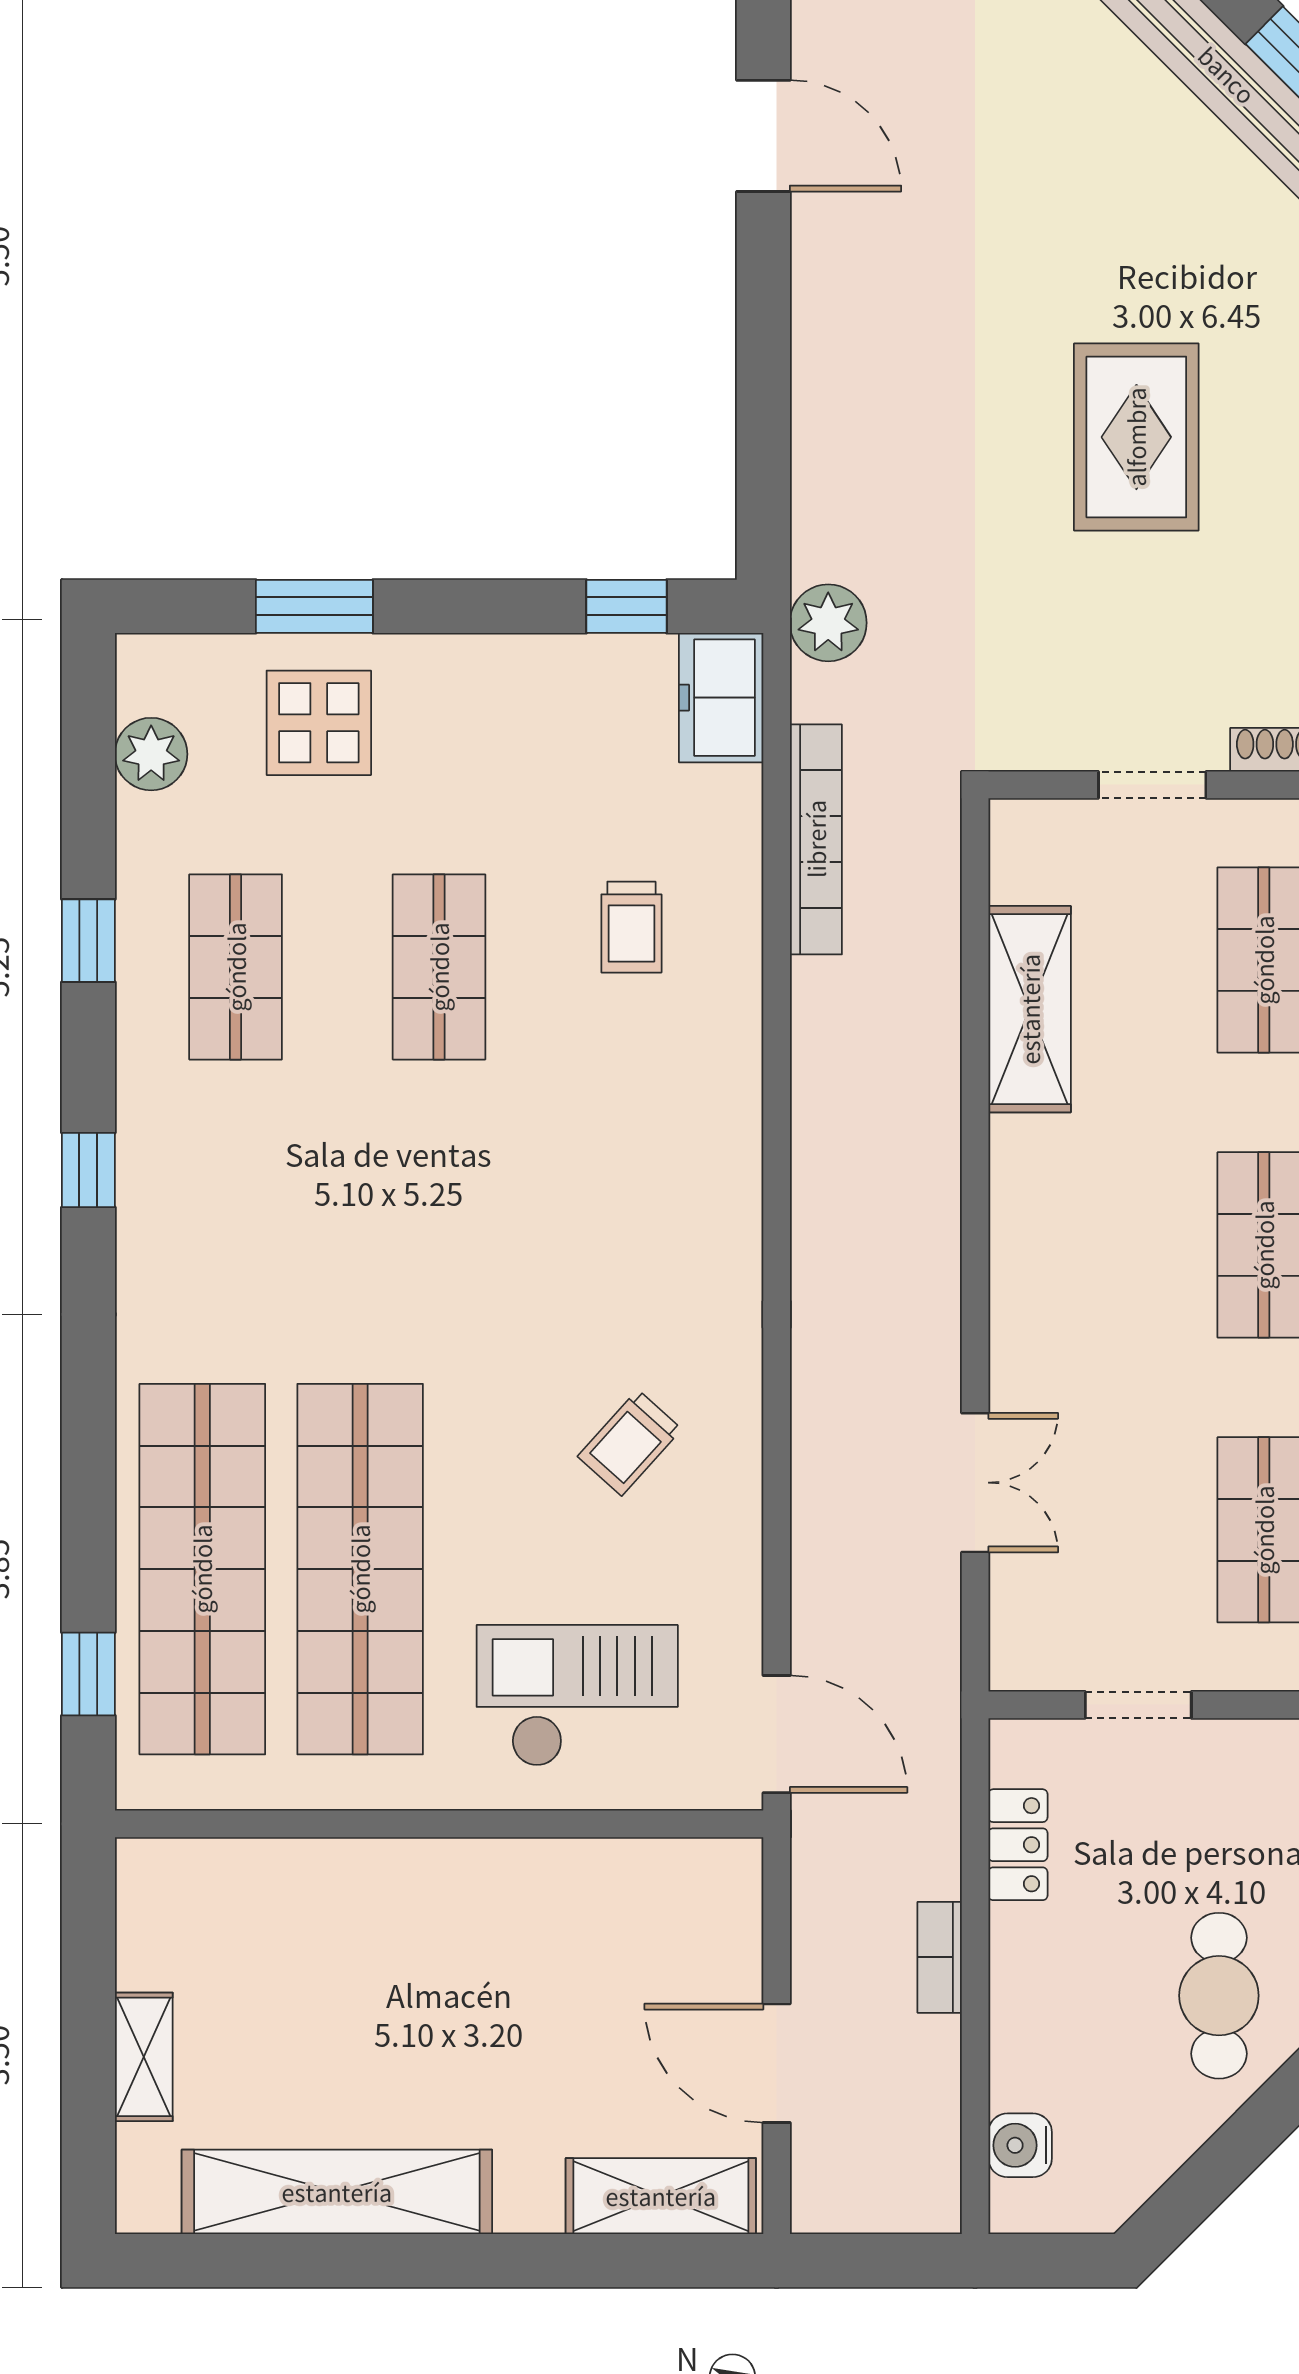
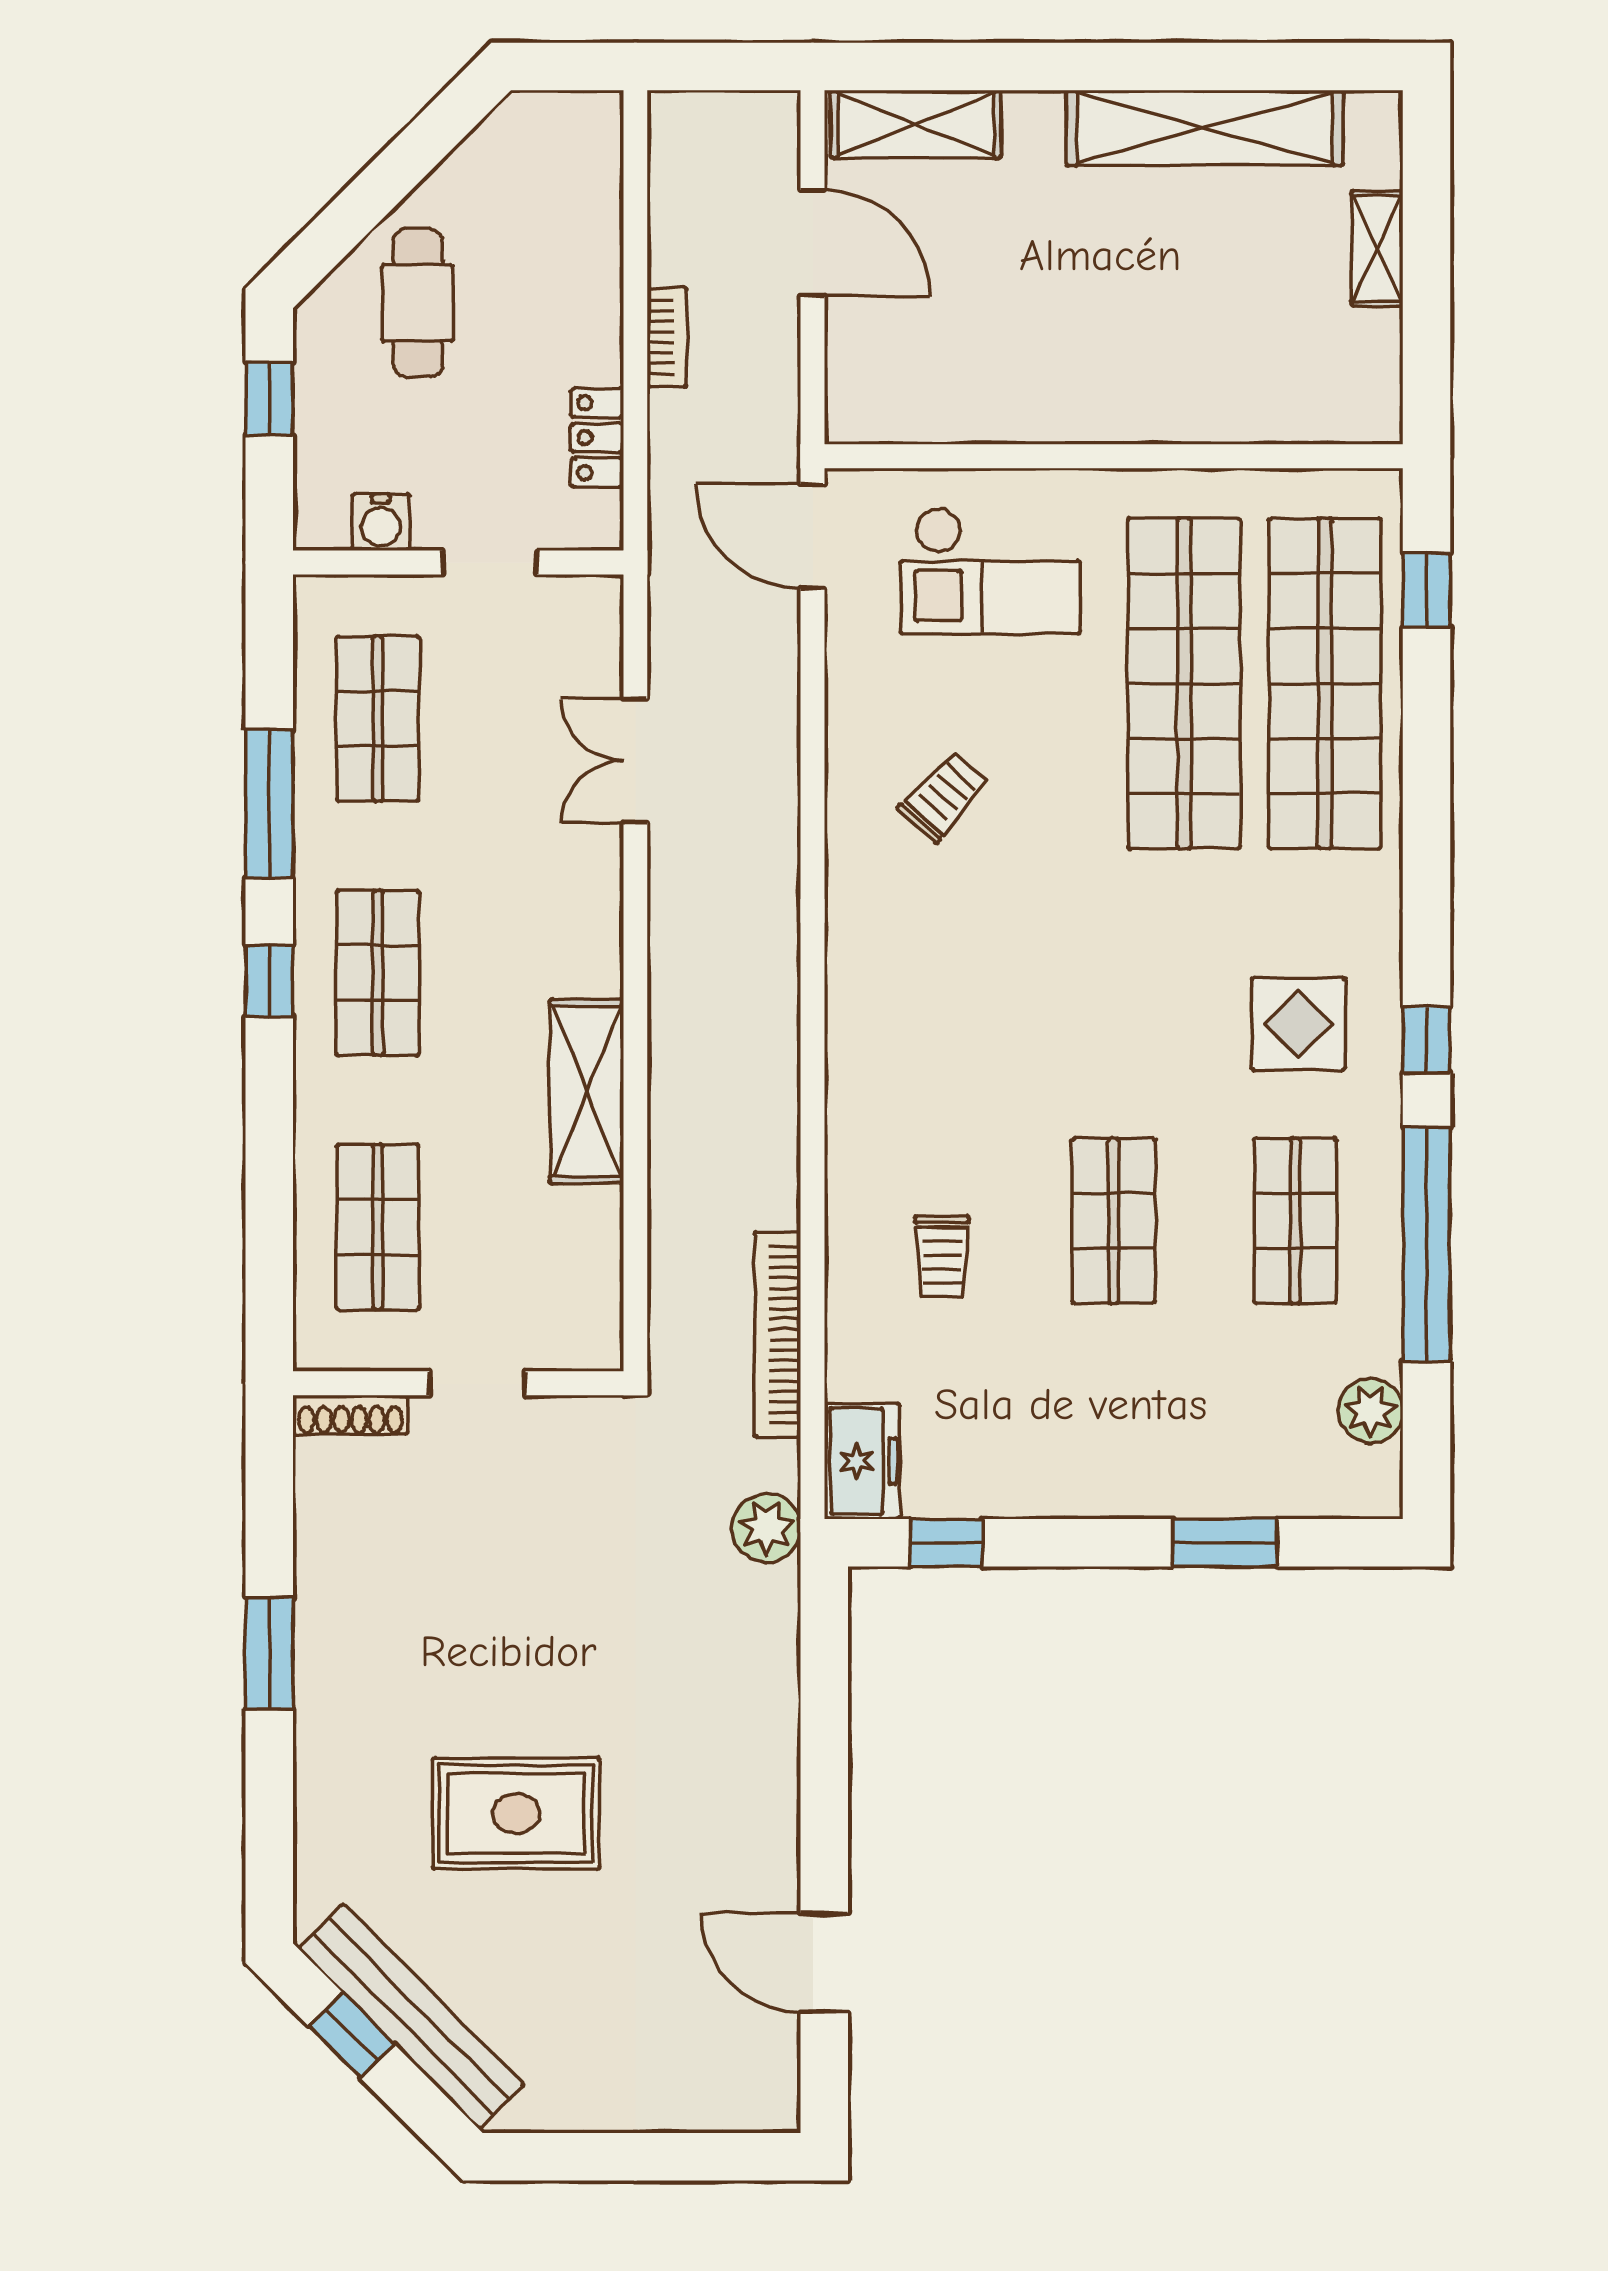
rug: (1136, 437) -> (516, 1813), moved, turned 90
display table: (319, 723) -> (1298, 1024), moved
trolley: (631, 927) -> (942, 1256), turned 180
window: (88, 941) -> (1427, 1244), width x3.17
shelving: (1030, 1009) -> (587, 1091), moved
water cooler: (1020, 2145) -> (381, 522), moved, turned 90

